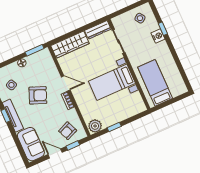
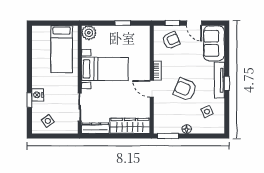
plant: (95, 126) -> (89, 33), moved

